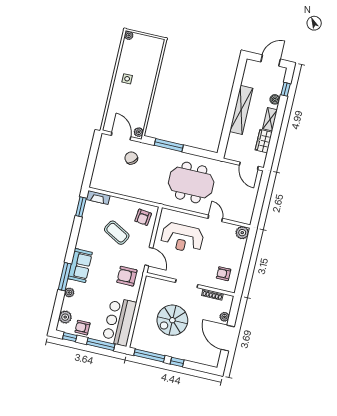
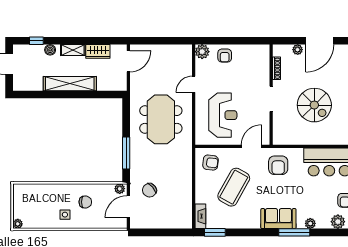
chair: (134, 99) -> (85, 202), added
coffee table: (117, 233) -> (234, 187), width x1.36, depth x1.32
armchair: (224, 274) -> (225, 56), moved

